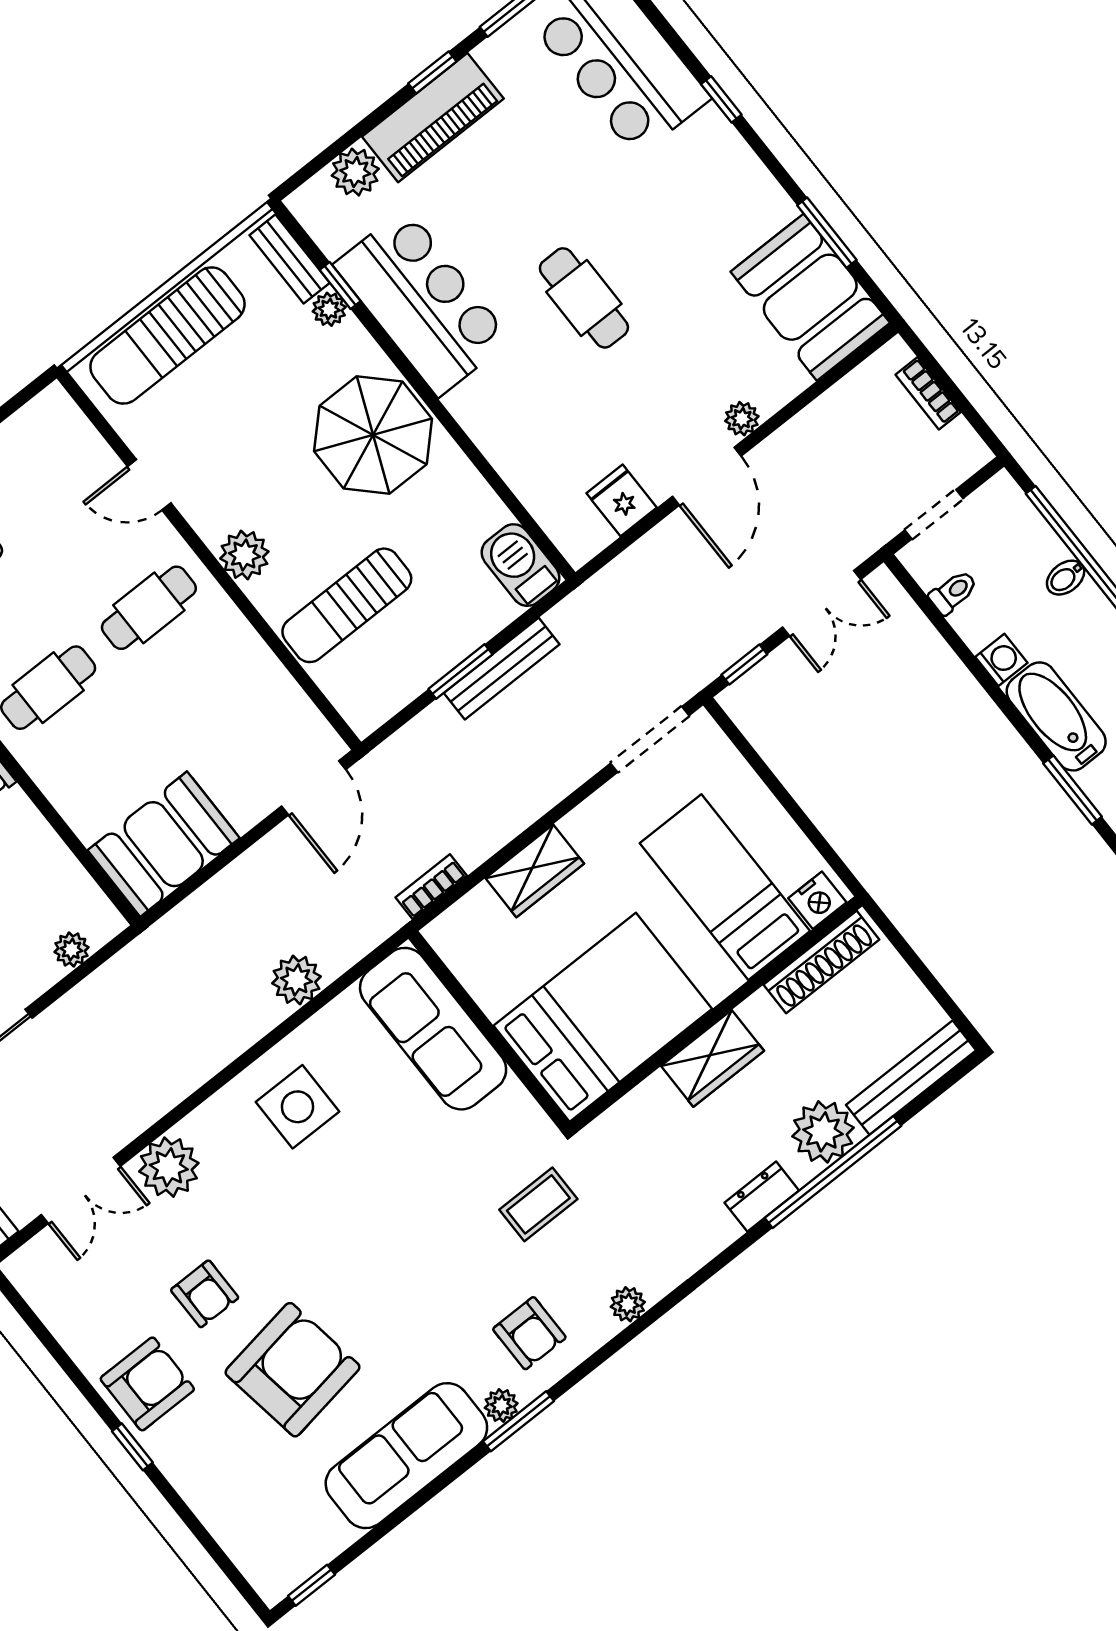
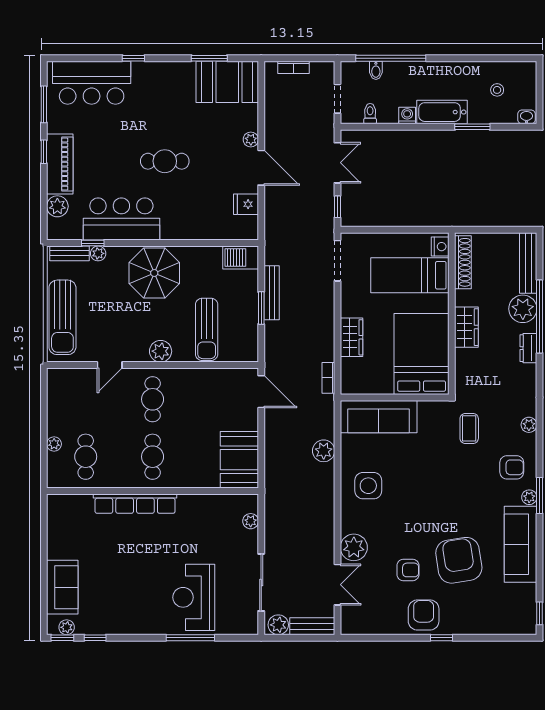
bidet: (1066, 578) -> (376, 70), moved

